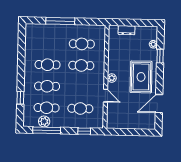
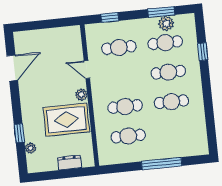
rug: (141, 77) -> (66, 120), moved, turned 90
window: (47, 130) -> (161, 12), width x0.69

